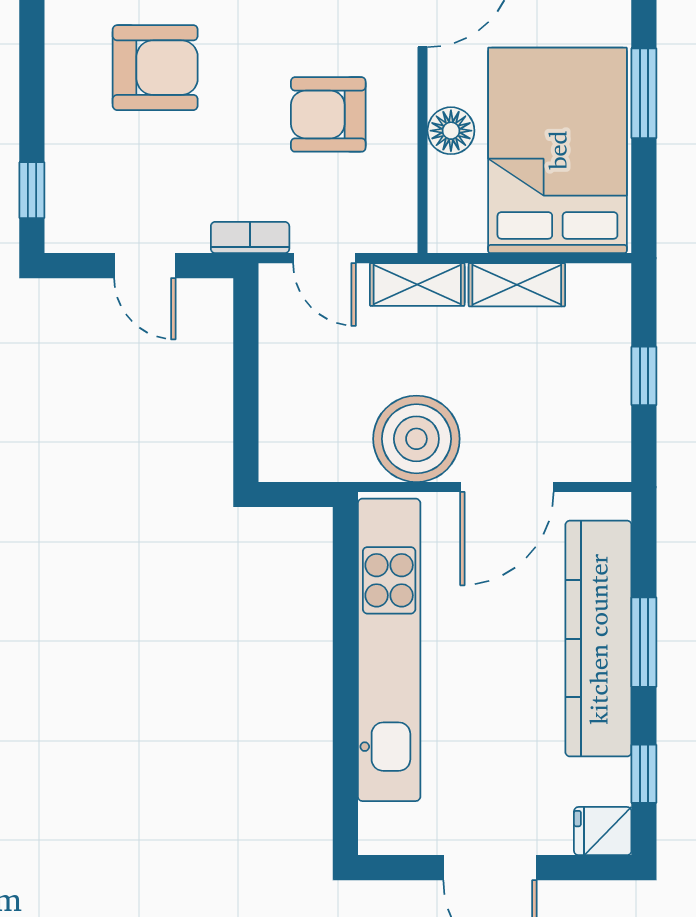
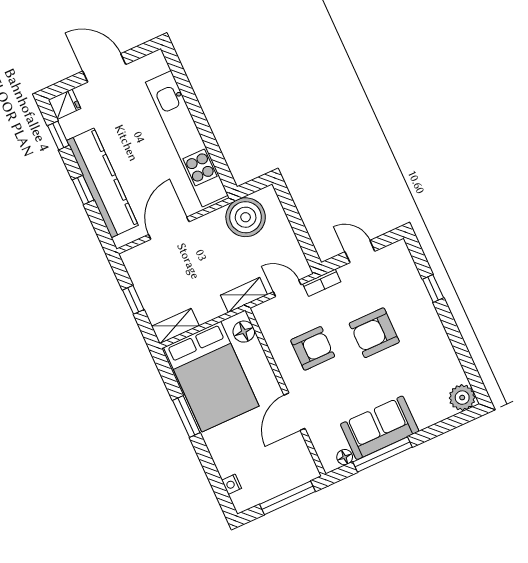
armchair: (155, 68) -> (374, 333), moved
floor lamp: (451, 131) -> (244, 332), moved
window: (32, 190) -> (433, 288), moved
shelving: (517, 285) -> (175, 326), moved
boiler: (416, 439) -> (246, 217), moved
window: (644, 642) -> (83, 190), width x0.67

